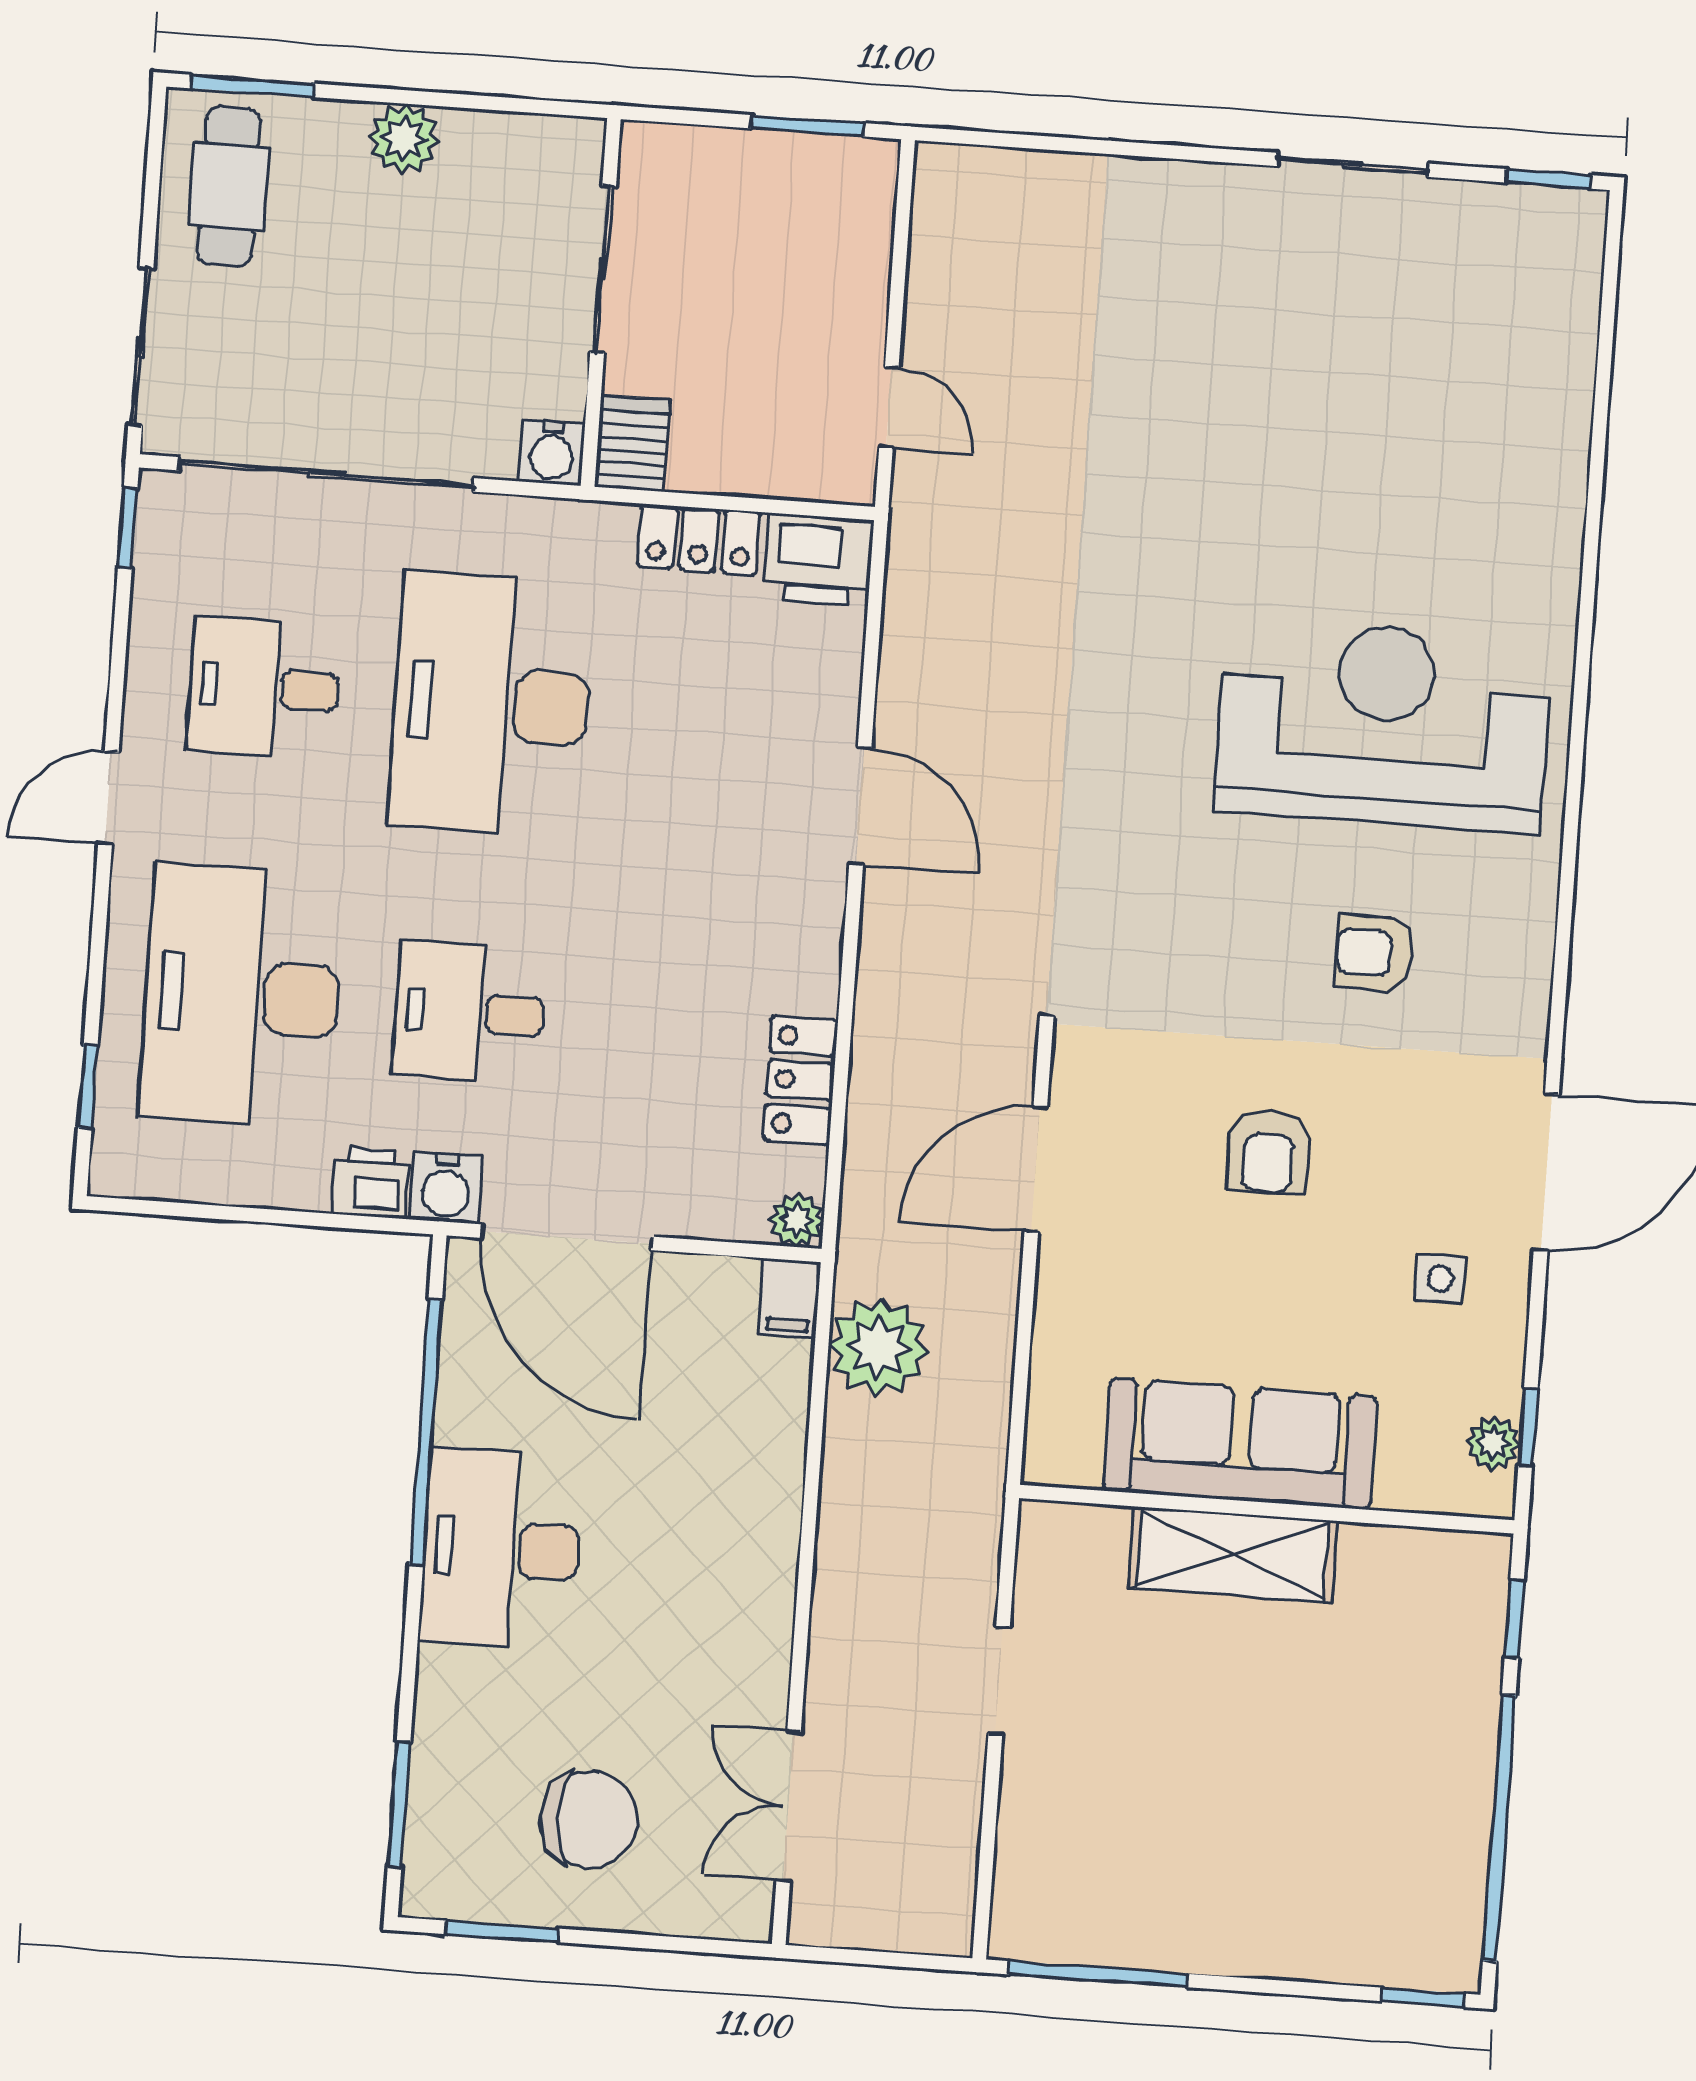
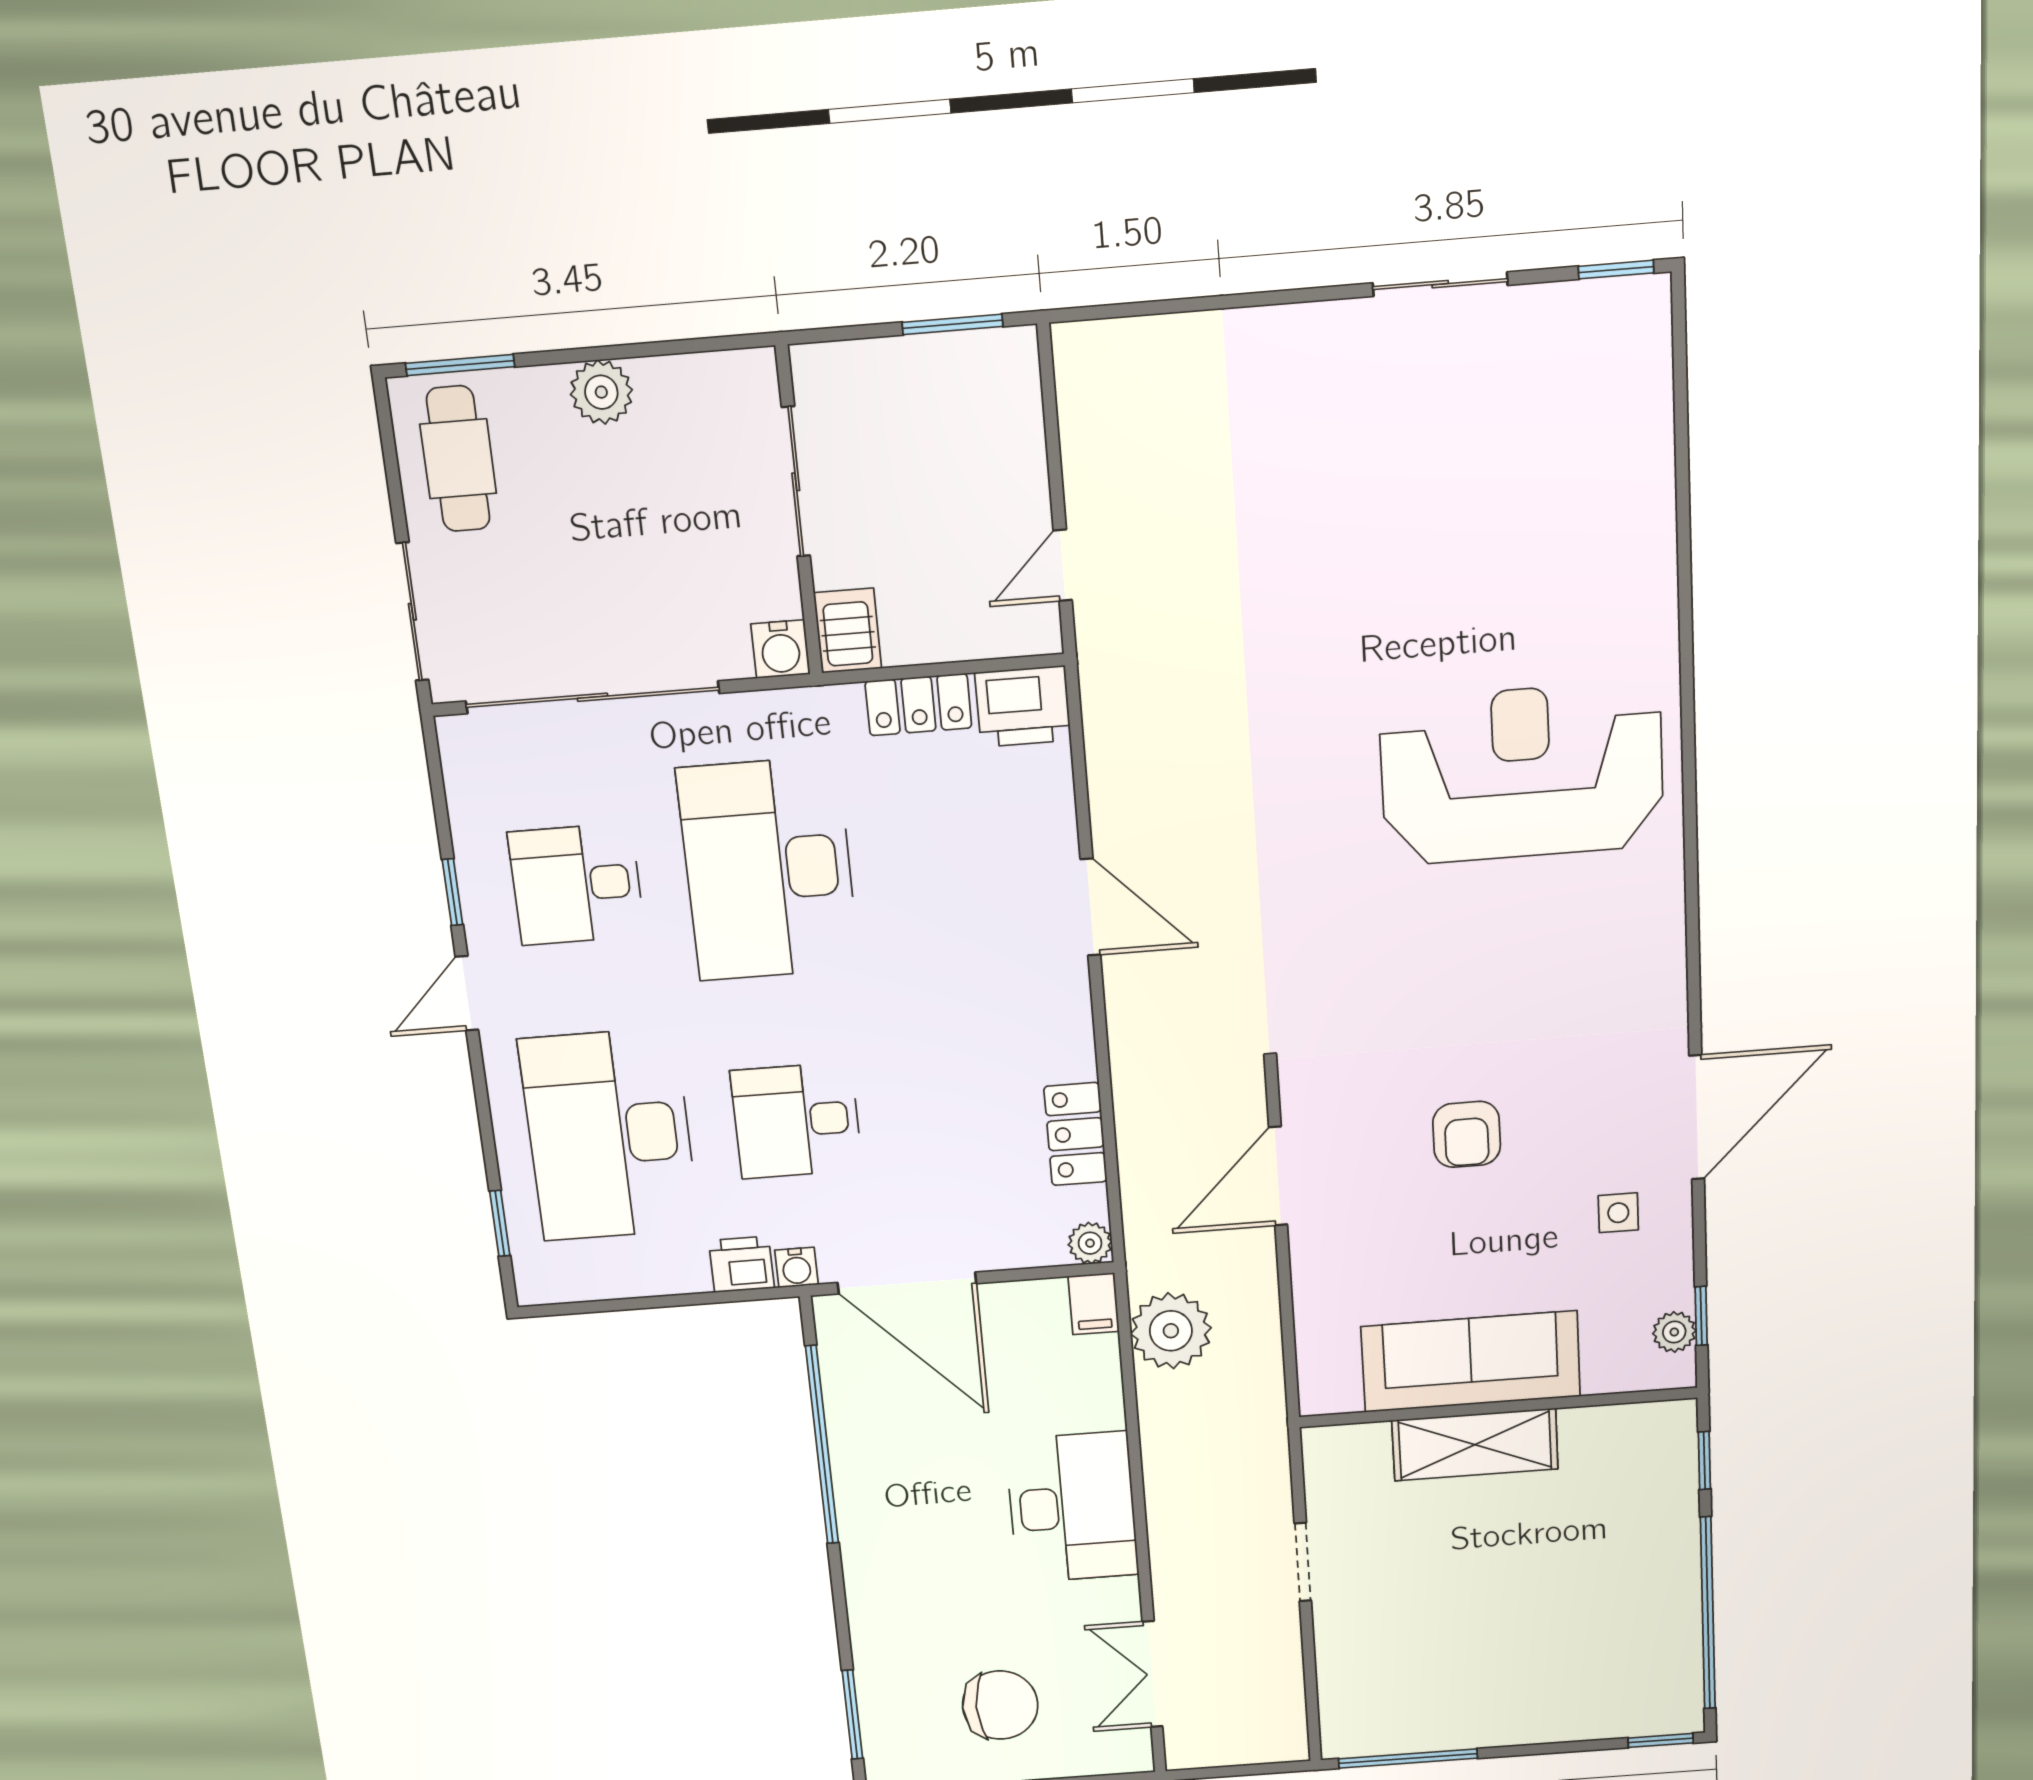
door: (889, 407) -> (1063, 565), swing flipped
window: (128, 528) -> (452, 892), moved
armchair: (1374, 953) -> (1536, 963), removed
water cooler: (446, 1188) -> (796, 1267), width x0.72, depth x0.72
desk: (501, 1549) -> (1072, 1507), moved, turned 180

